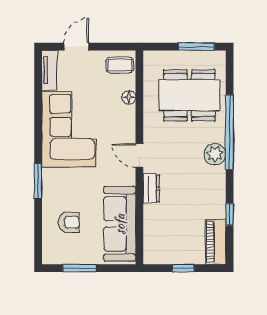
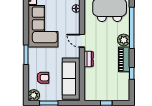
piano: (216, 242) -> (124, 59), moved
plant: (52, 254) -> (34, 95), added

